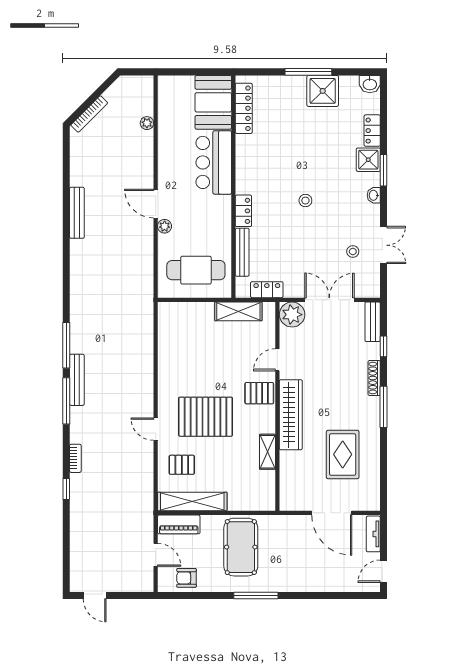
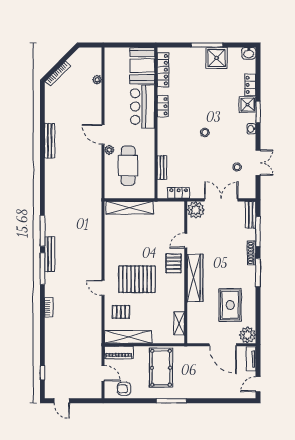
locker: (243, 211) -> (163, 106), moved
bench: (242, 252) -> (162, 168), width x0.73
cafe table: (196, 270) -> (128, 166), moved, turned 90
shelving: (238, 311) -> (130, 208), moved, width x1.47
window: (384, 346) -> (258, 231), width x2.17
pallet: (259, 393) -> (174, 263), turned 90
shelving: (267, 452) -> (179, 323), moved
window: (66, 489) -> (42, 373), moved
plant: (368, 499) -> (247, 335), added

